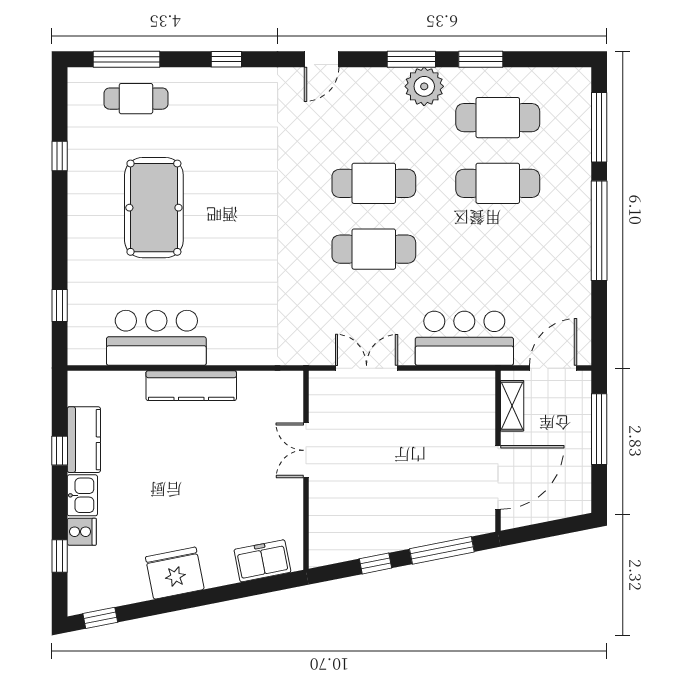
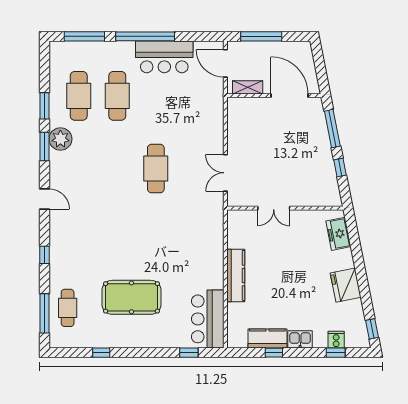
cafe table: (374, 183) -> (117, 169), removed
bar counter: (156, 338) -> (208, 319), moved
bar counter: (464, 338) -> (164, 57), moved, turned -90
cooker: (82, 532) -> (336, 340), moved

